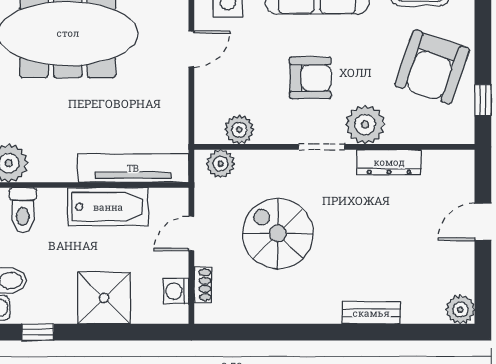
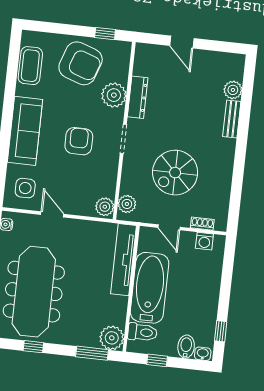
plant: (365, 125) -> (114, 95), moved
plant: (239, 130) -> (105, 207), moved
bathtub: (108, 207) -> (150, 288), width x1.36, depth x1.36
shower: (104, 298) -> (204, 287), removed
plant: (460, 310) -> (233, 90), moved

